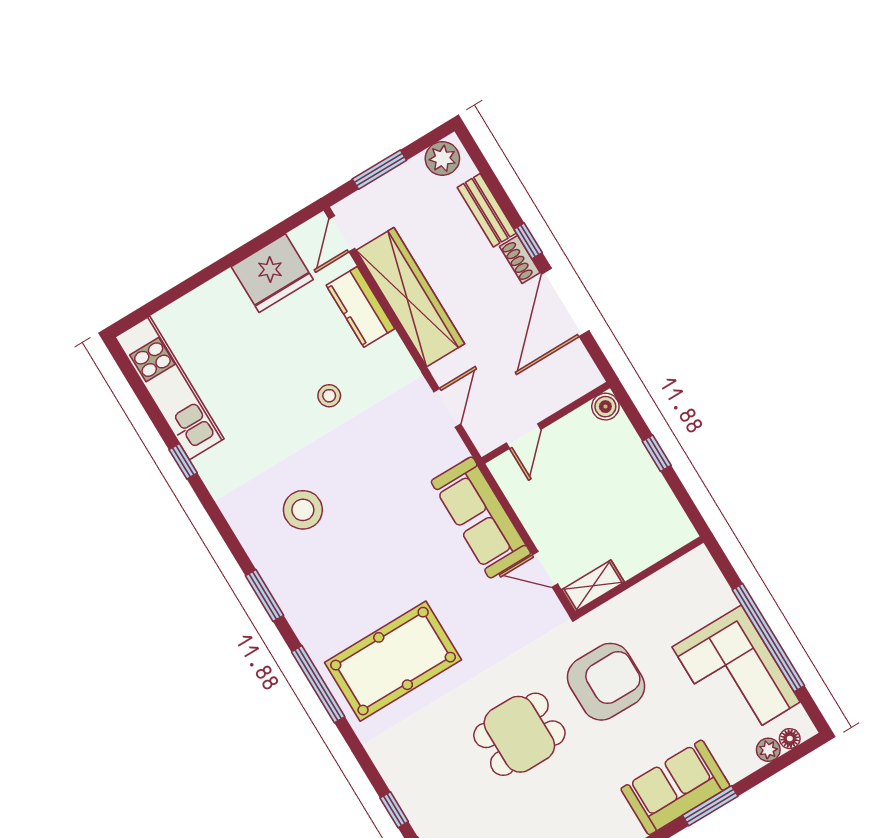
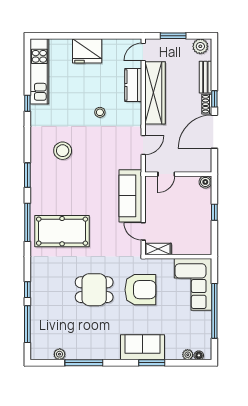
fridge: (272, 273) -> (87, 51), moved
corner sofa: (736, 675) -> (193, 284), moved

